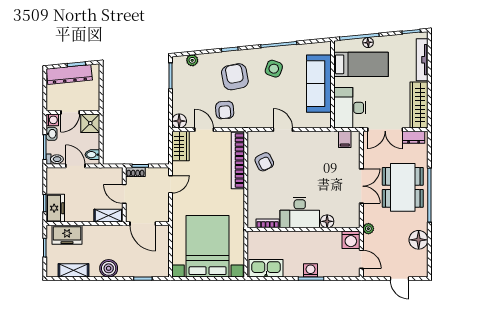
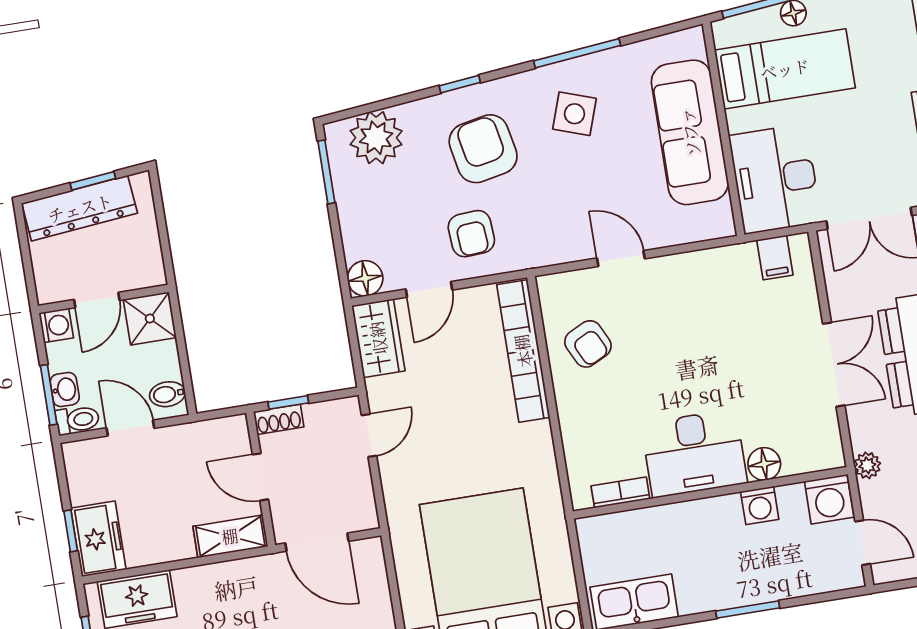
plant: (192, 60) -> (376, 138), width x1.87, depth x1.87
door: (204, 130) -> (429, 289), swing flipped
washbasin: (52, 134) -> (65, 389), moved
washing machine: (311, 270) -> (760, 505), moved, turned 180

